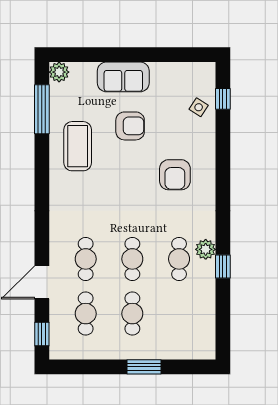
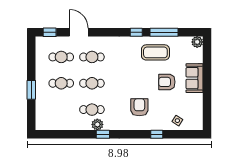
window: (223, 99) -> (157, 134), moved
window: (42, 109) -> (164, 32), moved
armchair: (130, 126) -> (167, 82), turned 90
armchair: (175, 175) -> (139, 107), turned 90
window: (42, 180) -> (136, 32), added
window: (223, 267) -> (103, 134), moved

